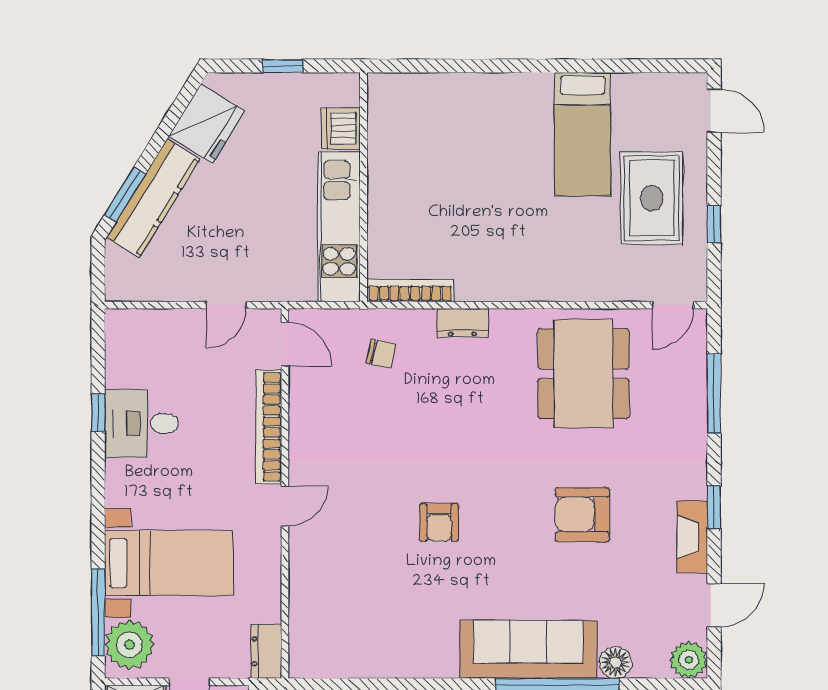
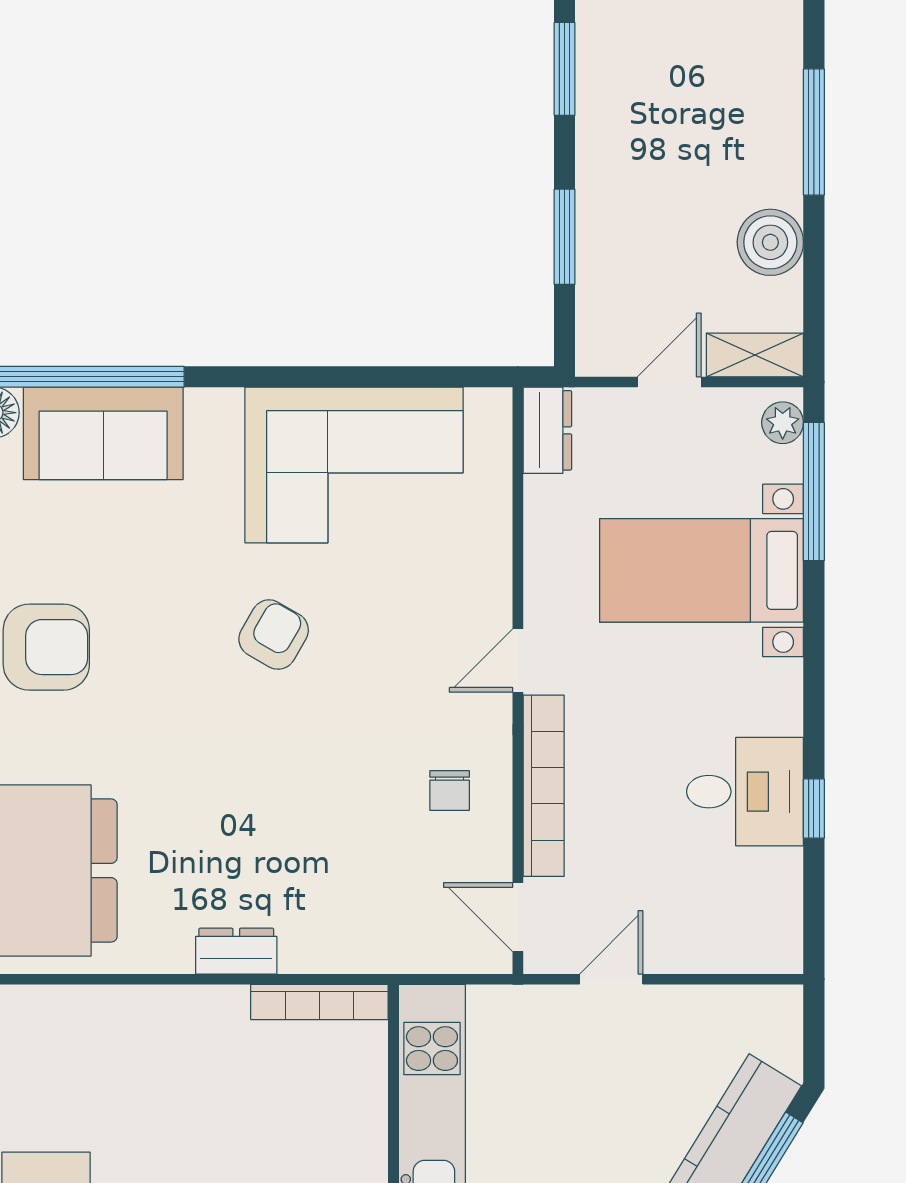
chair: (381, 354) -> (450, 790), moved, turned -103
armchair: (439, 522) -> (274, 635), turned 30
corner sofa: (388, 629) -> (354, 465), added
plant: (129, 645) -> (783, 423), width x0.53, depth x0.53
sofa: (528, 649) -> (103, 433), width x0.73

